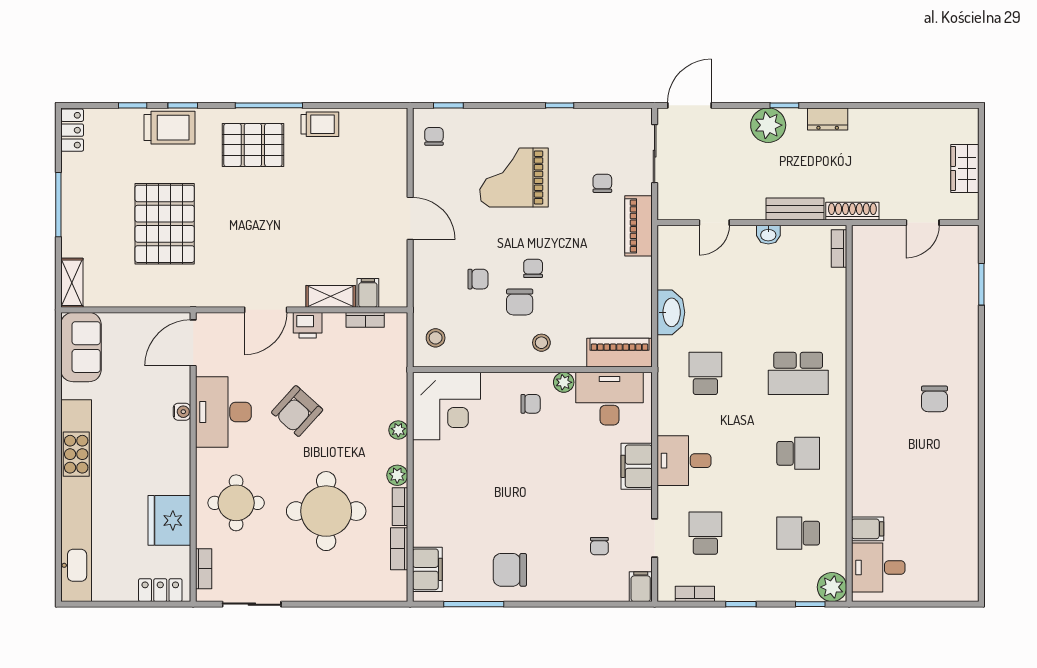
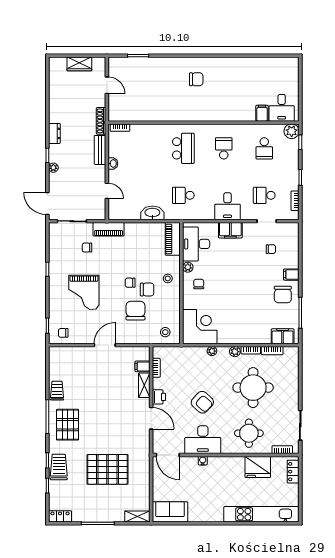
plant: (768, 125) -> (53, 168), width x0.53, depth x0.53
chair: (478, 279) -> (135, 311), width x1.87, depth x1.87
kitchen unit: (76, 501) -> (261, 514), width x0.73
filing cabinet: (641, 587) -> (291, 275), moved

